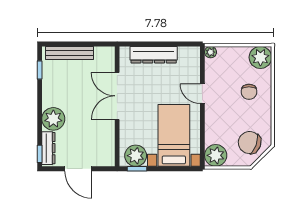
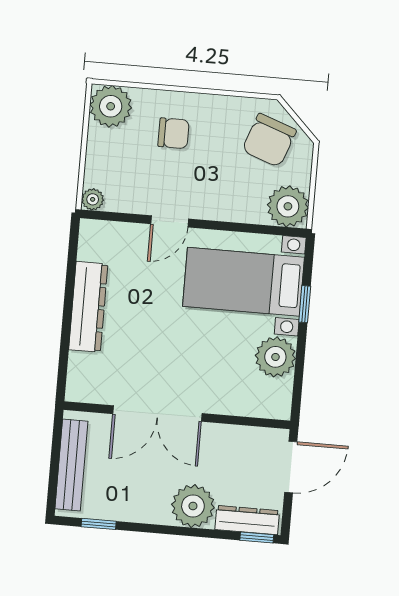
double door: (117, 96) -> (157, 414), moved
wall: (117, 106) -> (177, 415), moved
window: (137, 169) -> (305, 304), moved

